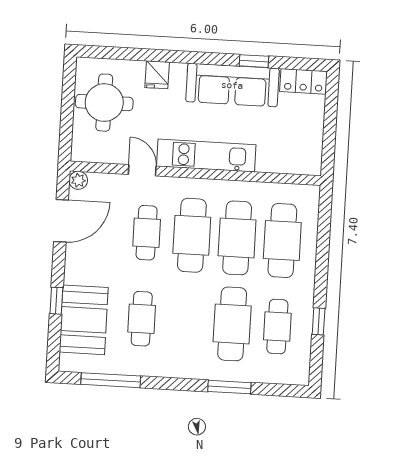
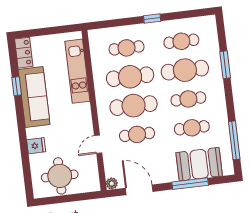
kitchen unit: (206, 156) -> (77, 71), moved
cafe table: (282, 240) -> (127, 48), width x0.73, depth x0.74
window: (56, 301) -> (190, 184), width x2.17
cafe table: (187, 321) -> (188, 99), added
window: (319, 321) -> (152, 18), moved

